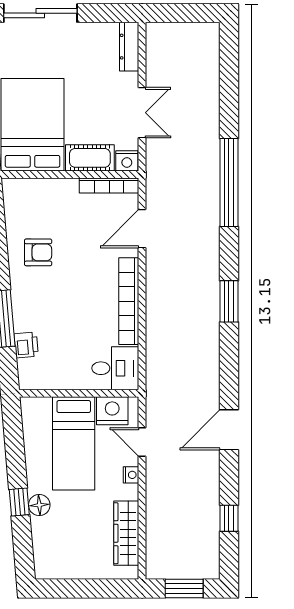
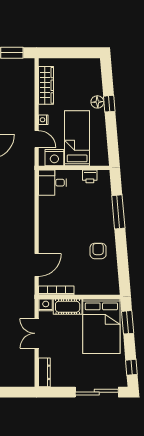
armchair: (38, 252) -> (98, 251), turned 90
bookcase: (129, 301) -> (45, 222), removed
printer: (26, 345) -> (90, 176), moved, turned -85

